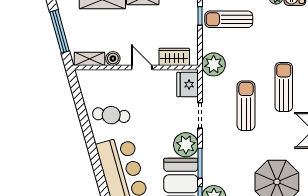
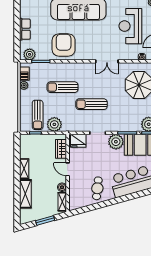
window: (60, 31) -> (45, 220), width x0.69
plant: (214, 64) -> (54, 124), moved
door: (142, 68) -> (68, 169), hinge flipped
sun lounger: (284, 87) -> (63, 87), moved

